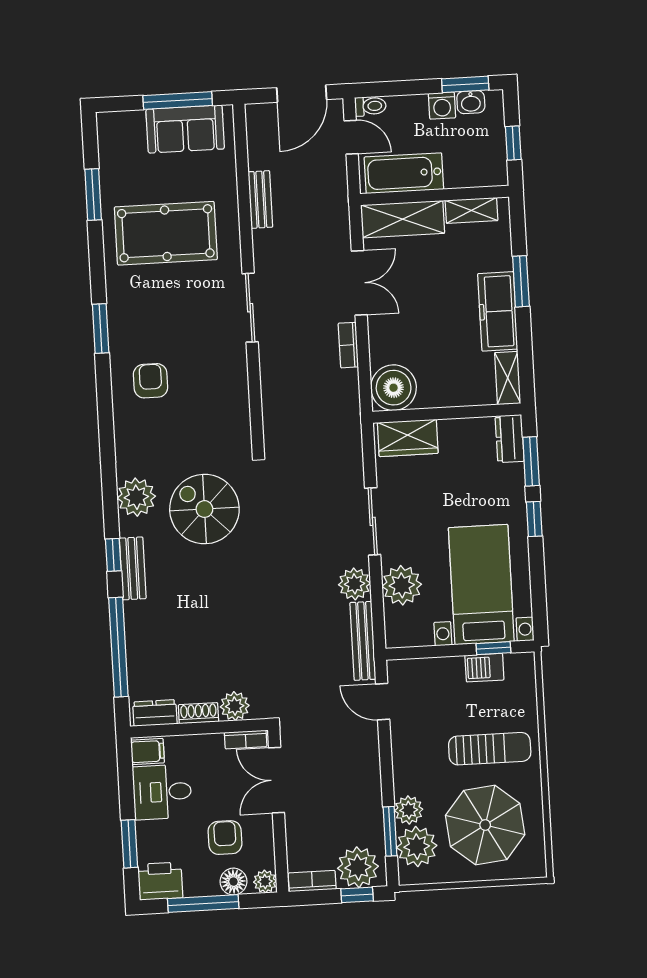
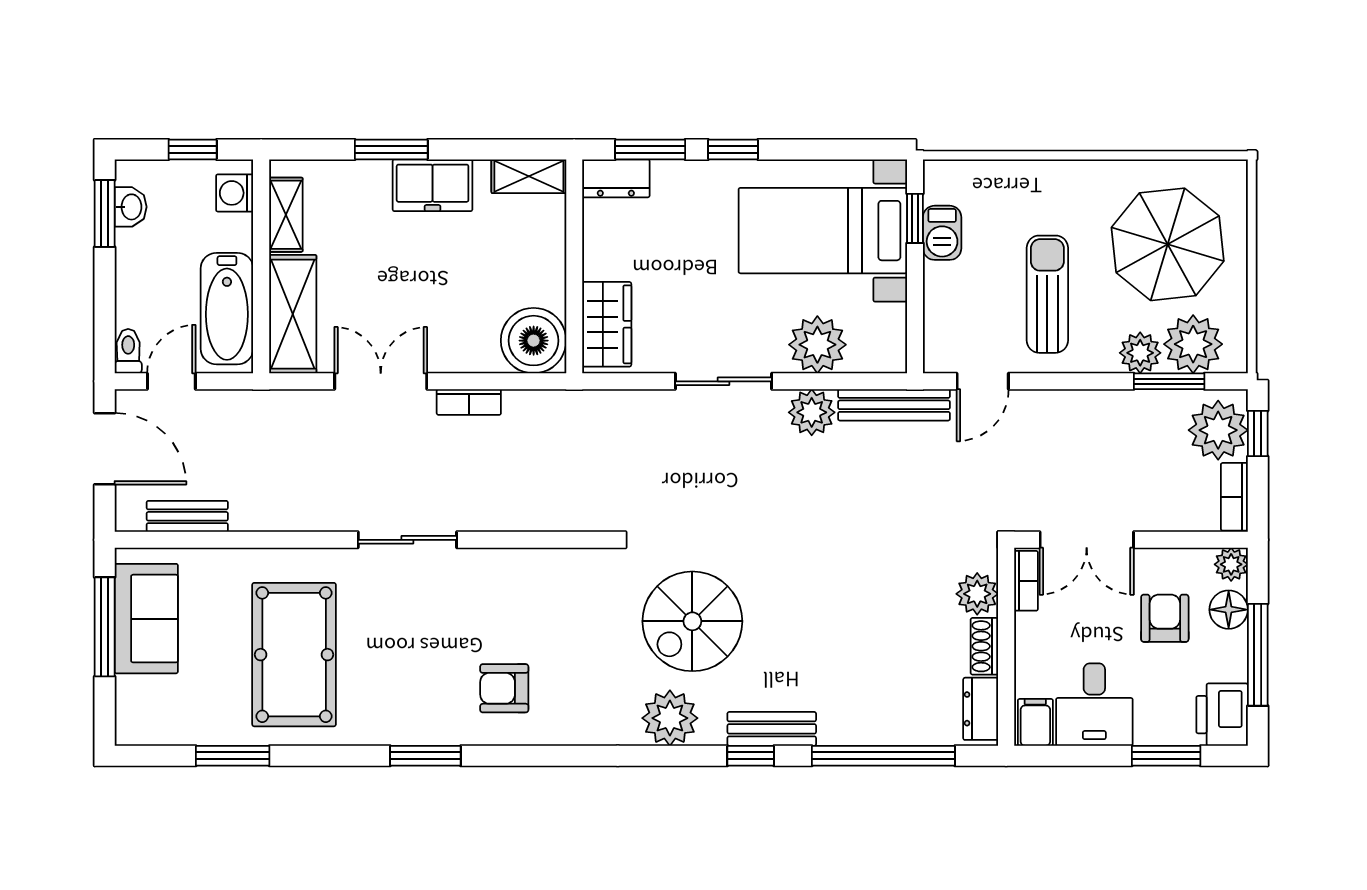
washing machine: (442, 106) -> (235, 193), moved, turned 180
bench: (260, 199) -> (187, 516), moved
freezer: (498, 311) -> (433, 185), width x0.71
sun lounger: (490, 749) -> (1047, 294), moved
armchair: (225, 838) -> (1165, 618), turned 90

